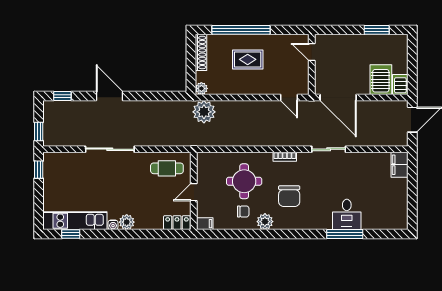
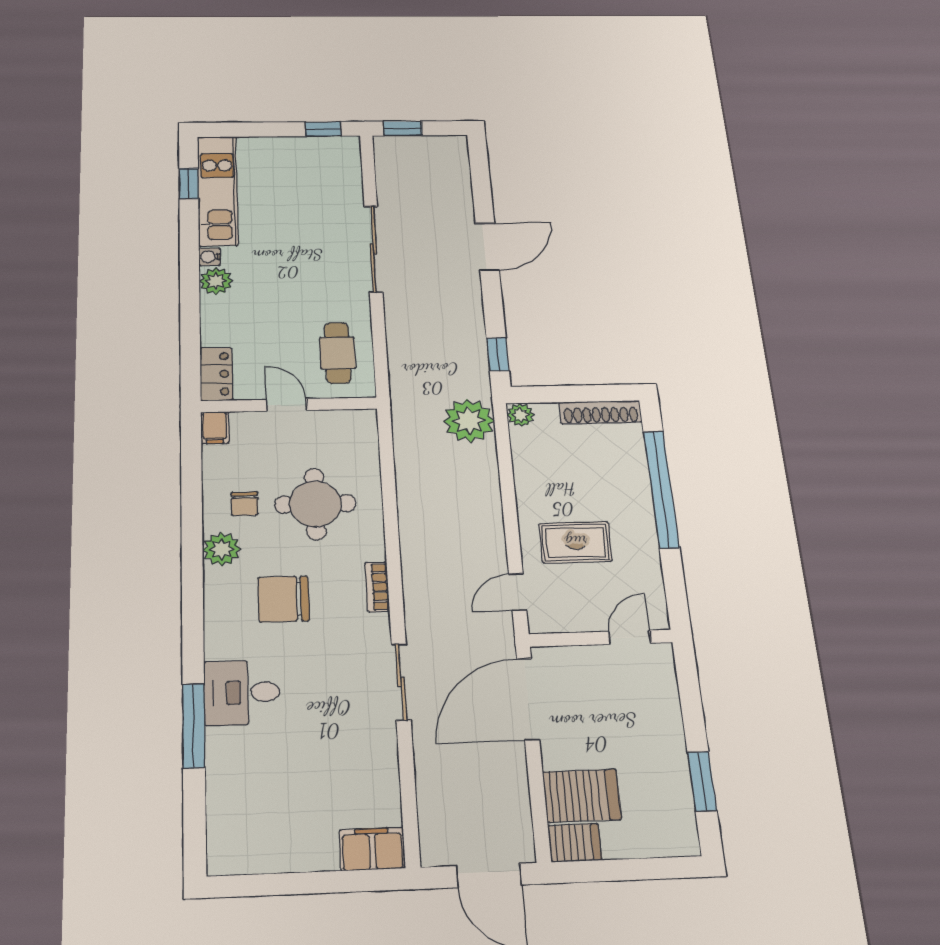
rug: (248, 59) -> (576, 542), moved, turned 90
window: (62, 96) -> (498, 355), moved
desk: (347, 214) -> (242, 692), moved

